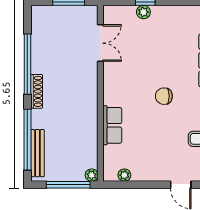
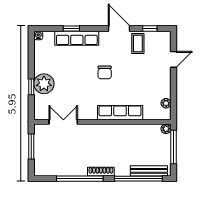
plant: (143, 12) -> (44, 84), width x1.87, depth x1.87
row of seats: (112, 125) -> (120, 113), width x1.48

